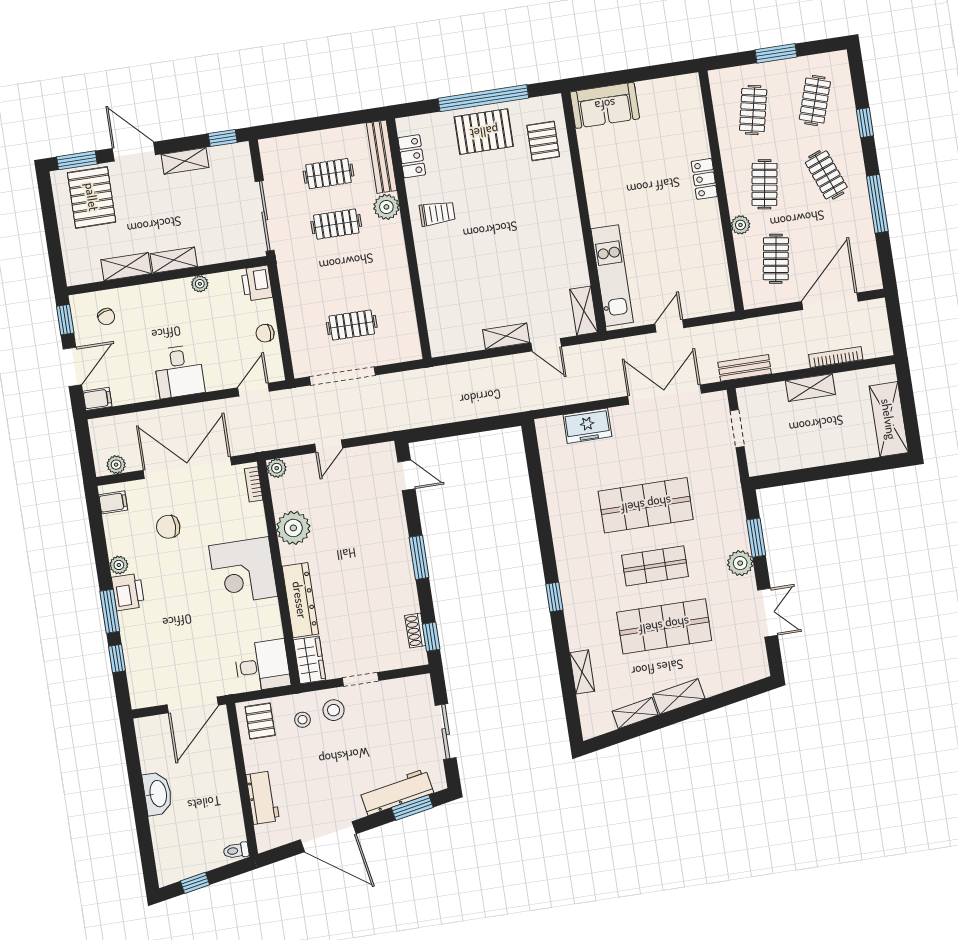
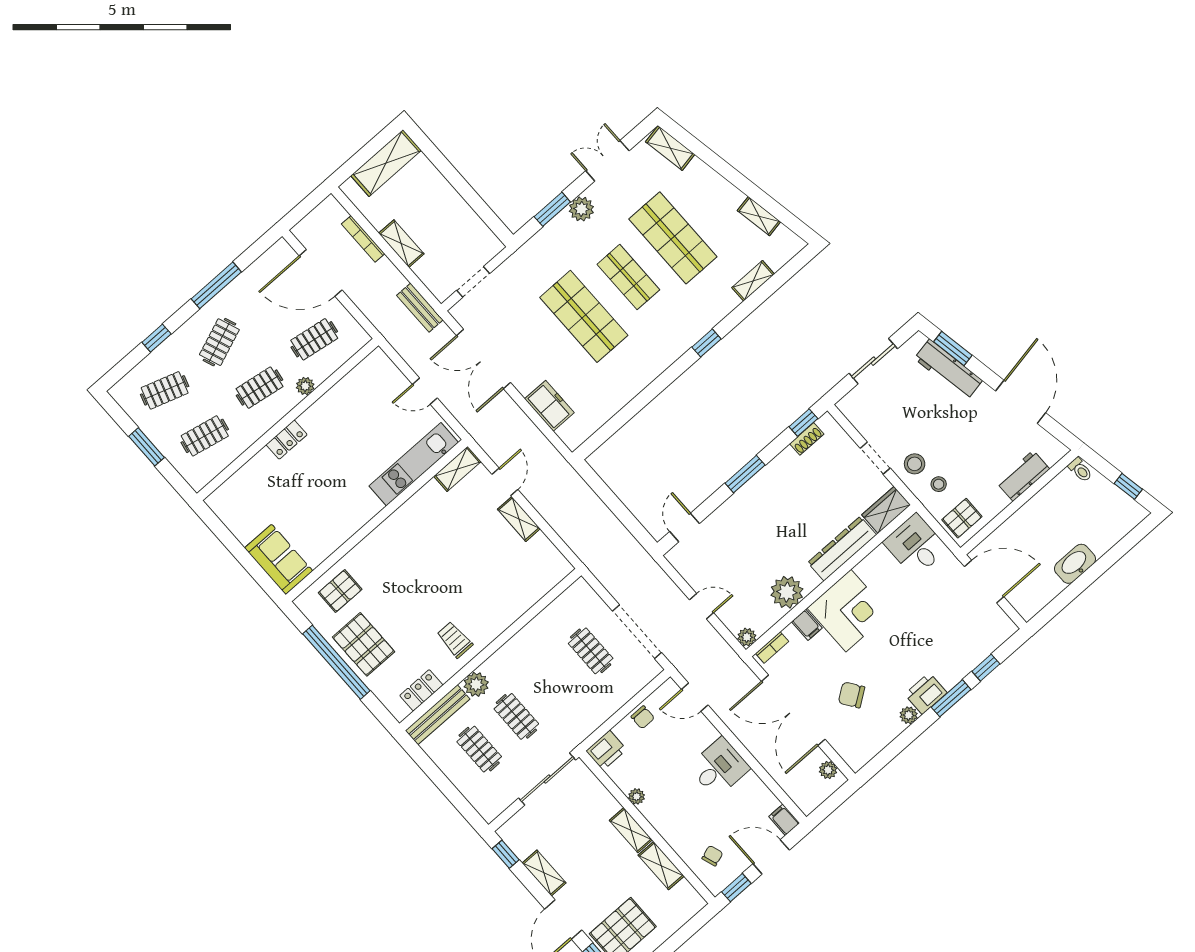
filing cabinet: (113, 502) -> (807, 625), moved, turned 180
chair: (168, 527) -> (852, 695), turned 145
shelving: (679, 696) -> (670, 148), moved

